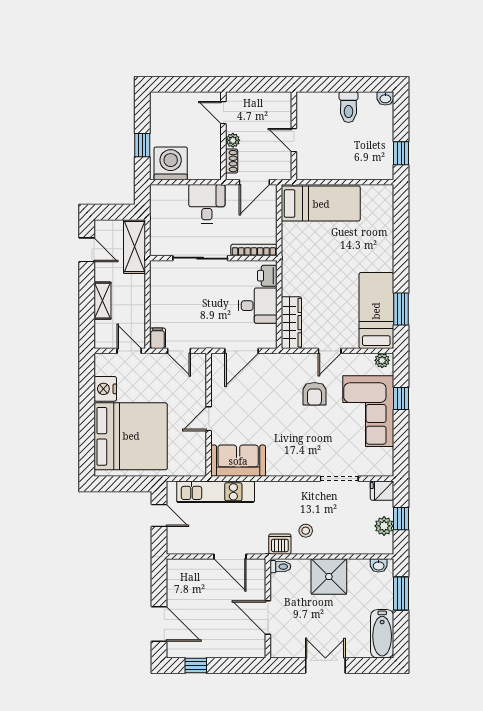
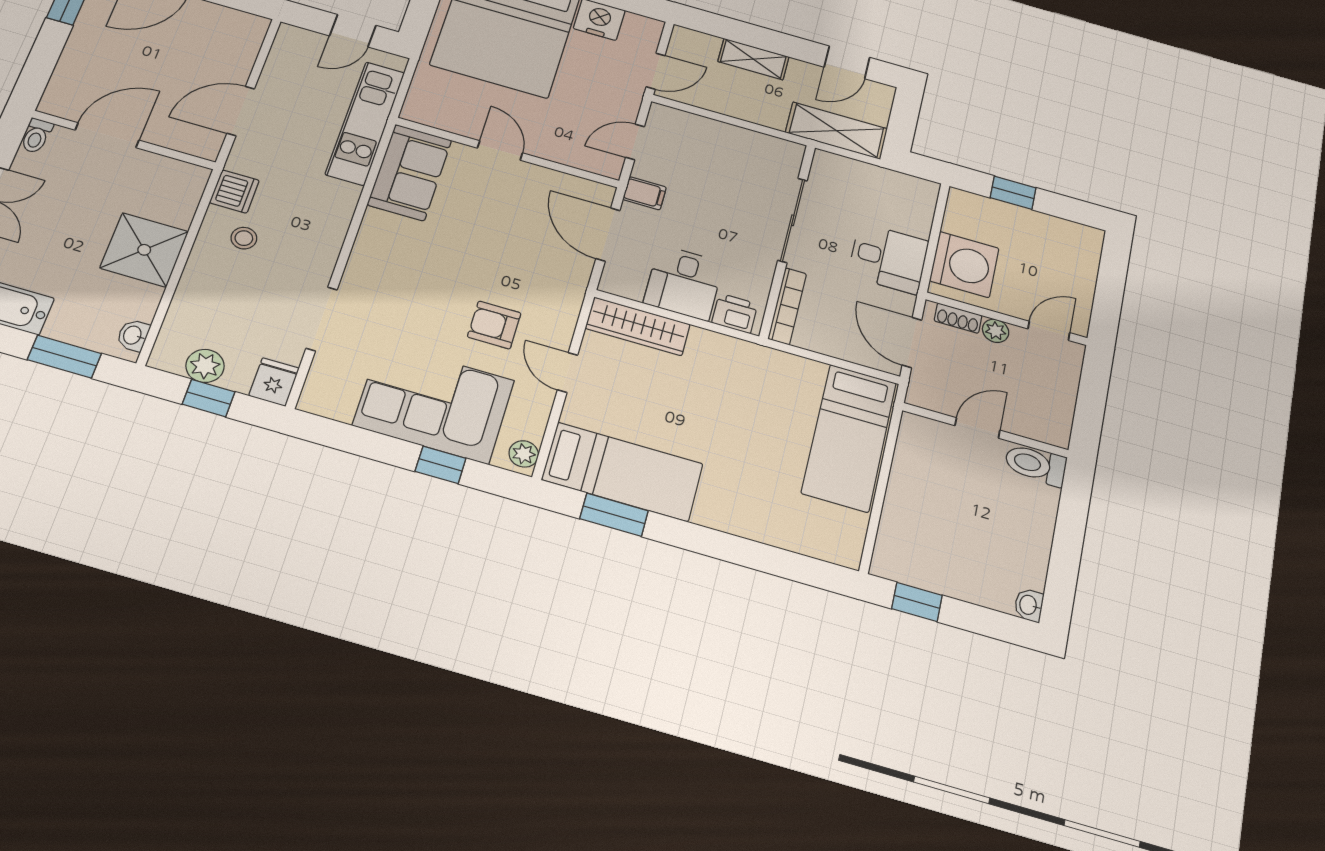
toilet: (348, 107) -> (1036, 465), moved
washing machine: (171, 163) -> (964, 264), moved
filing cabinet: (157, 338) -> (645, 193), moved
toilet: (280, 567) -> (36, 136), moved

